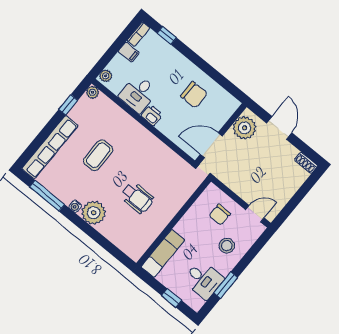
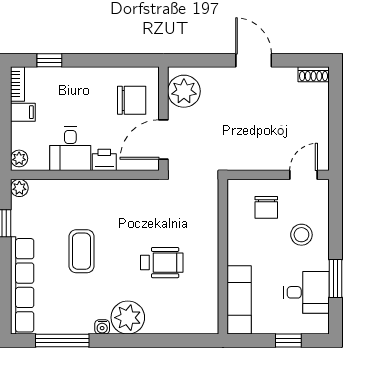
plant: (244, 128) -> (184, 91), moved
wall: (221, 134) -> (163, 119), moved
door: (211, 145) -> (163, 139), moved

